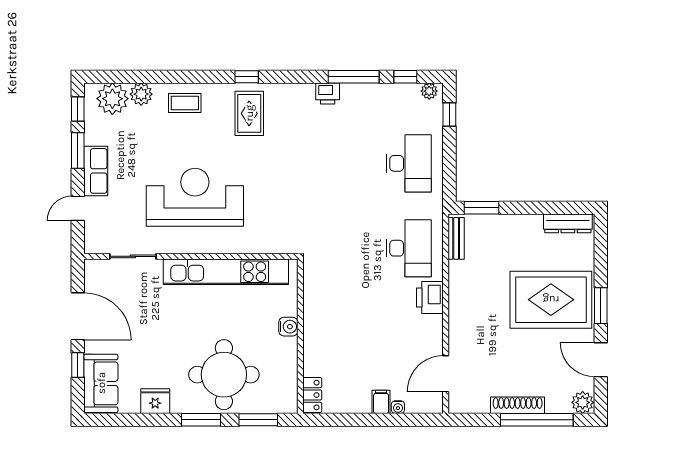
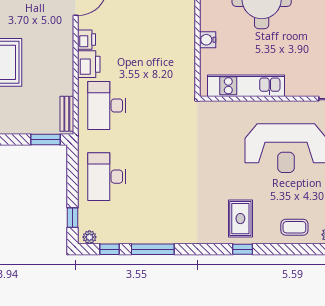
printer: (328, 93) -> (87, 40), moved, turned 90
kitchen unit: (226, 272) -> (246, 86), width x0.73

